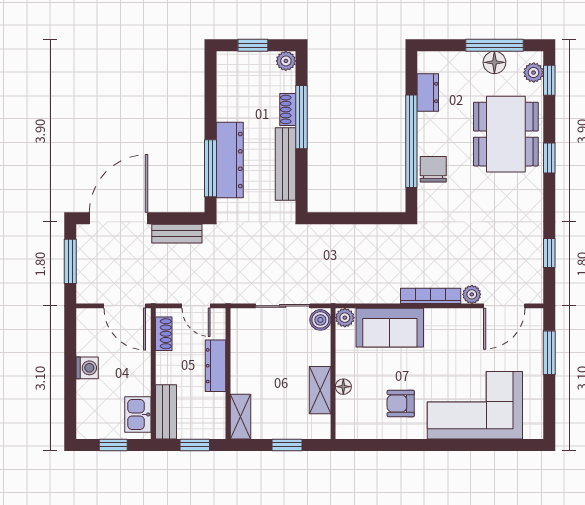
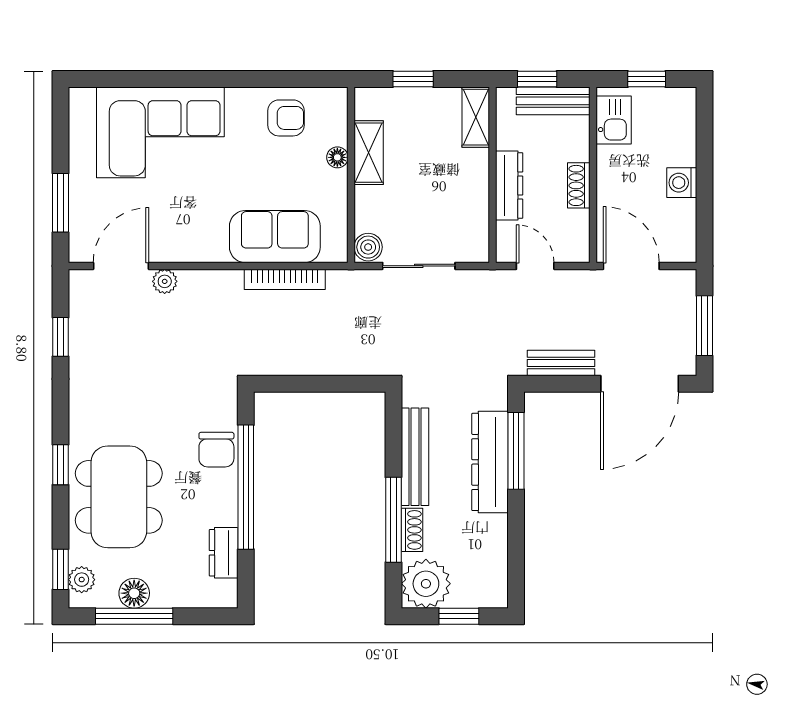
plant: (286, 61) -> (426, 584), width x1.88, depth x1.88
bookcase: (431, 296) -> (285, 279), moved
plant: (345, 318) -> (335, 250), removed
shoe rack: (164, 334) -> (579, 185), moved
armchair: (401, 404) -> (286, 118), moved
bench: (166, 412) -> (553, 101), moved, turned 90

